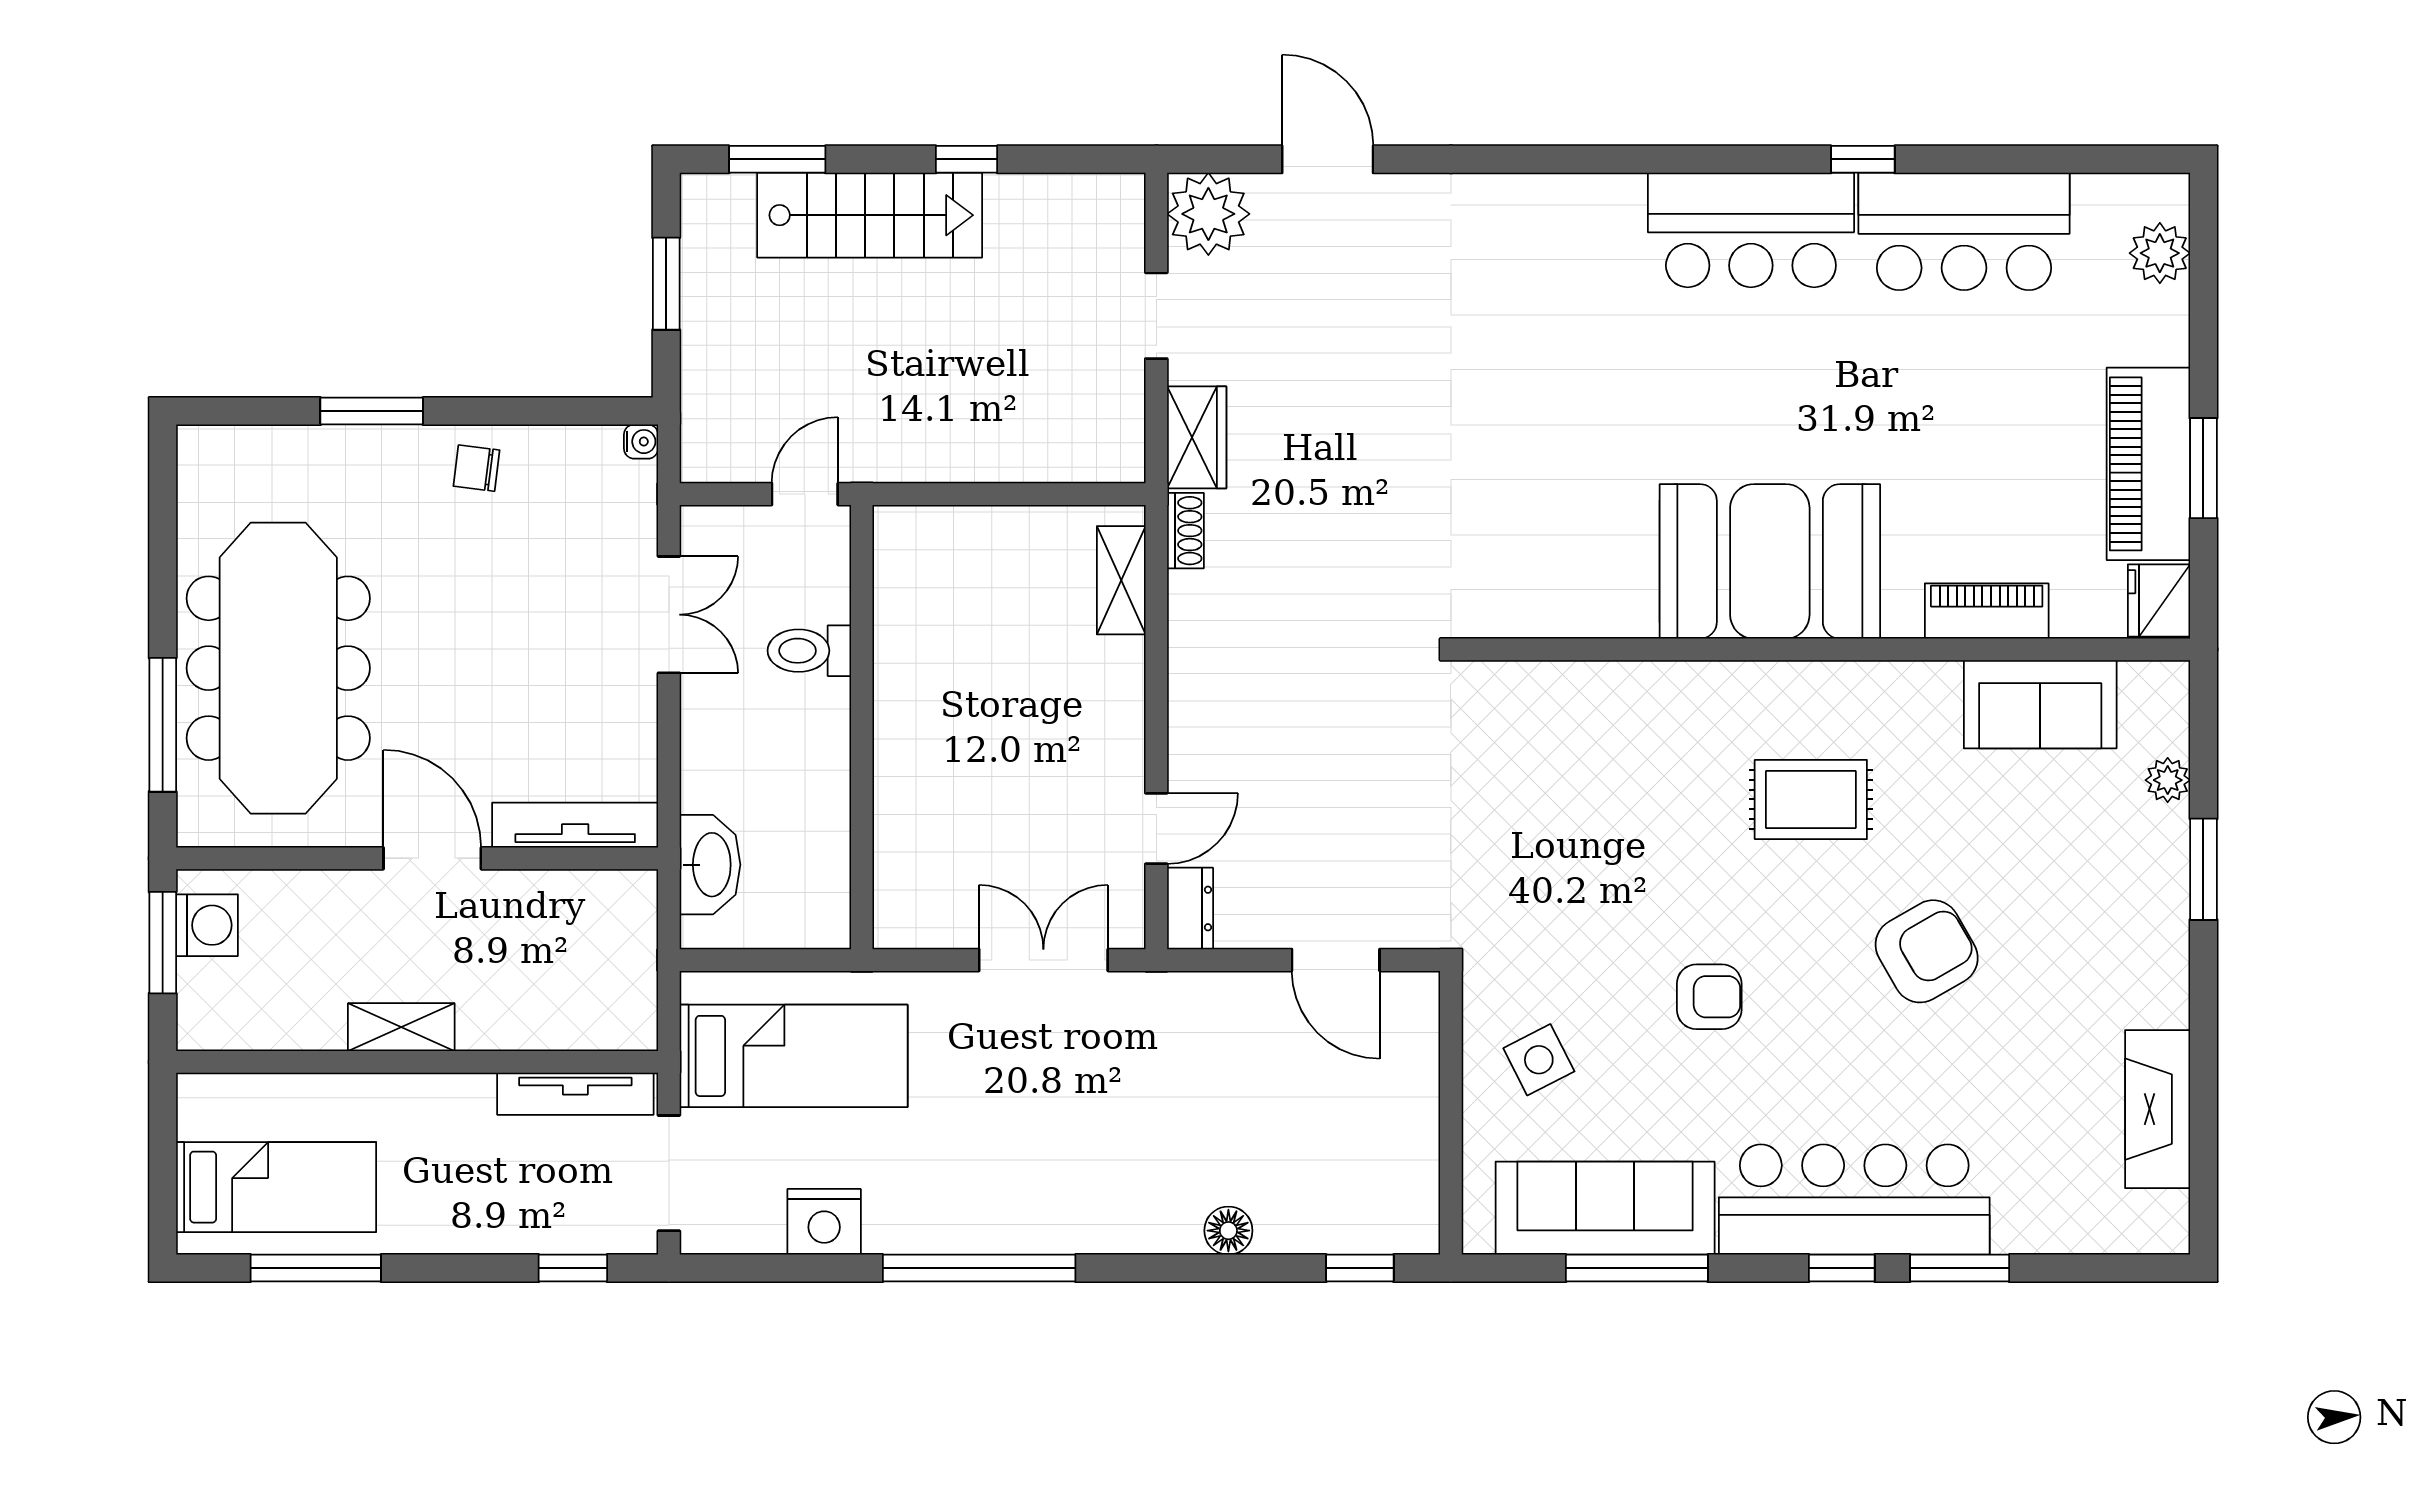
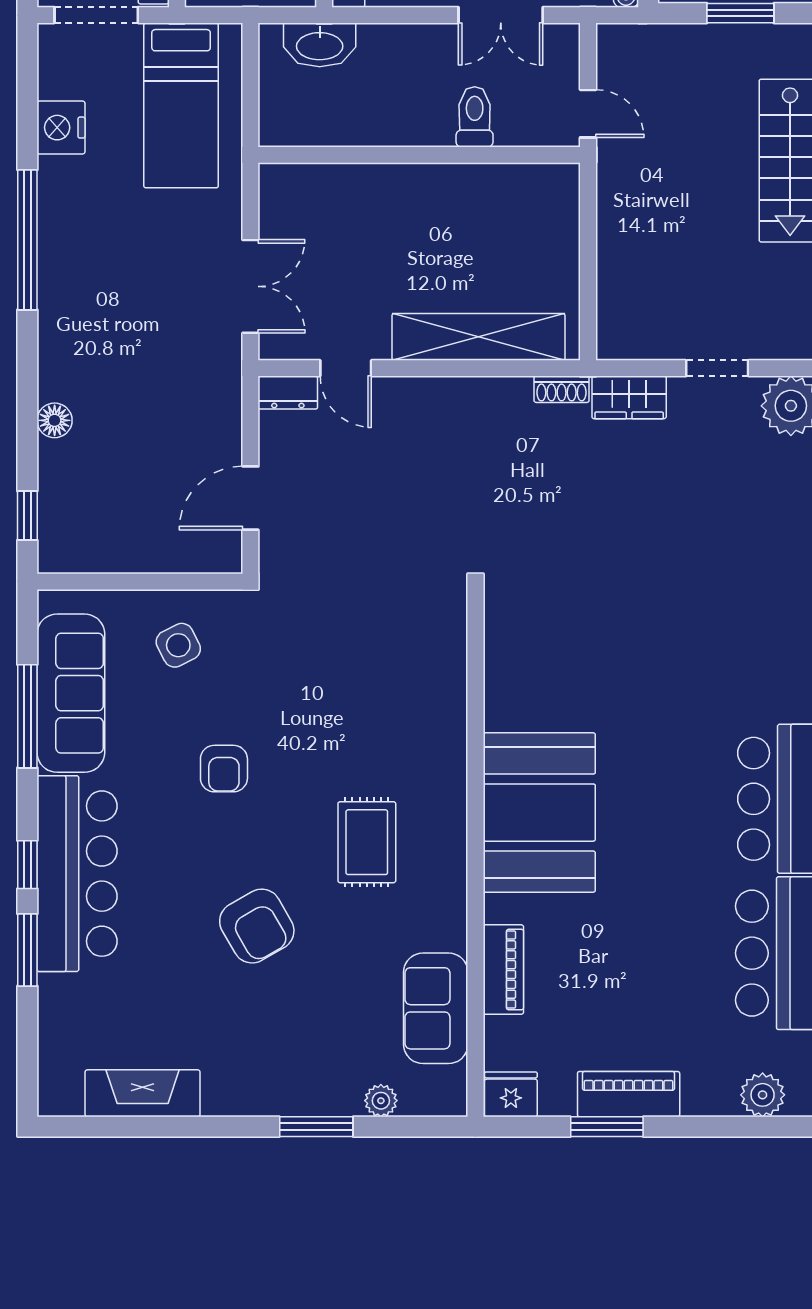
piano: (2148, 464) -> (629, 1094), width x0.73, depth x0.75
shelving: (1121, 580) -> (479, 337), width x2.20, depth x1.33

